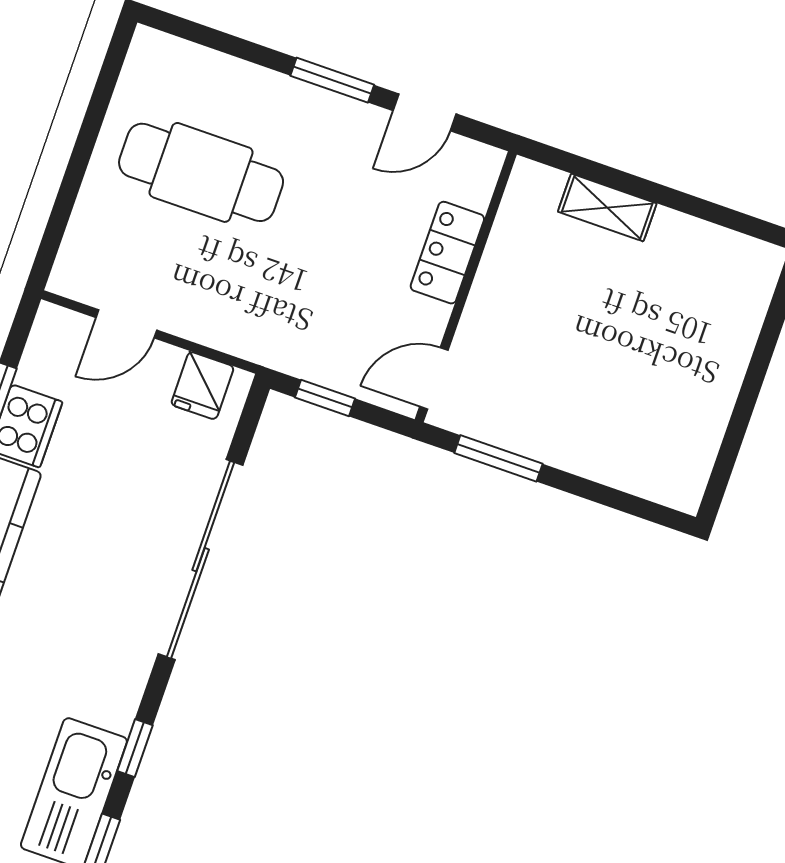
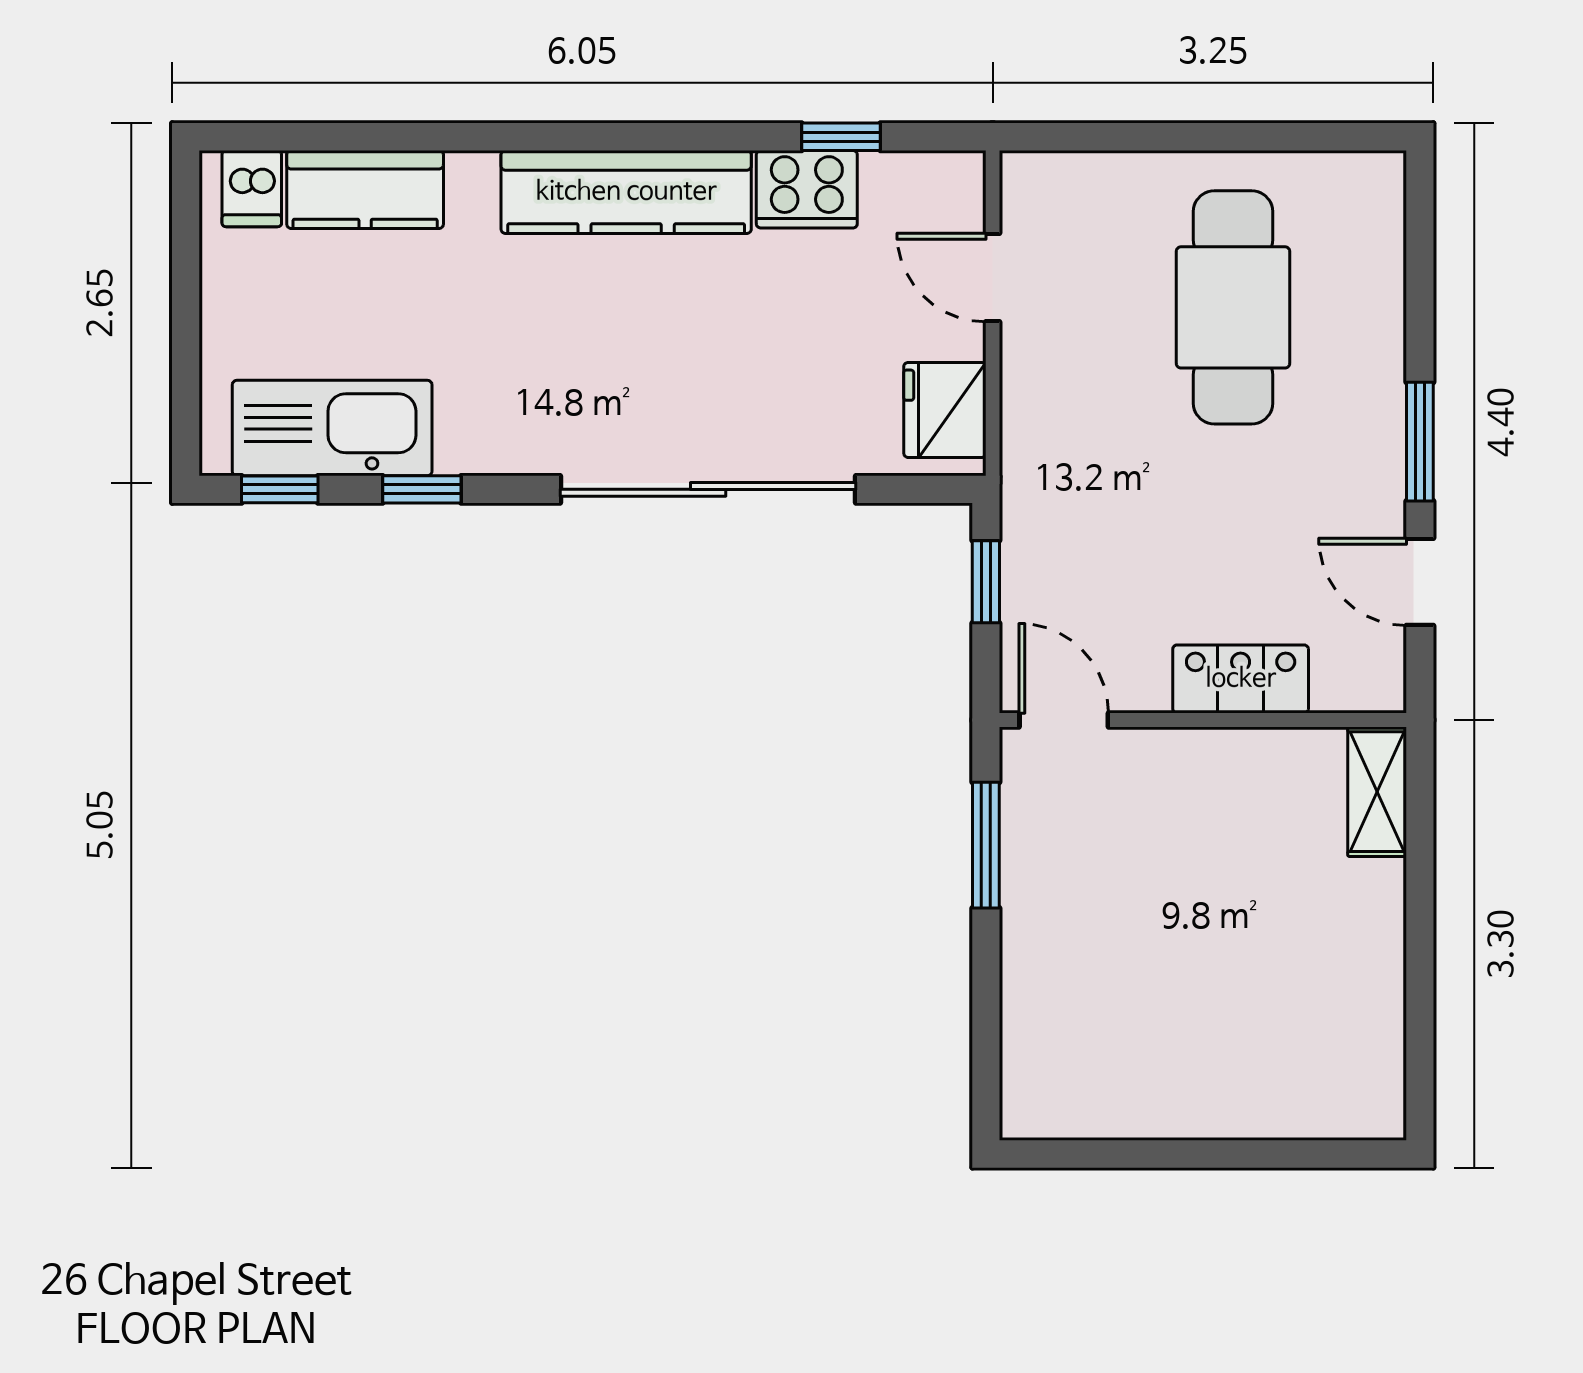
shelving: (607, 207) -> (1377, 792), moved
fridge: (202, 386) -> (945, 410), width x1.38

